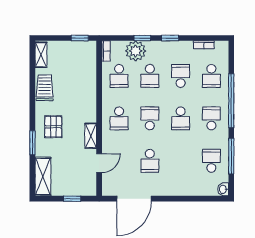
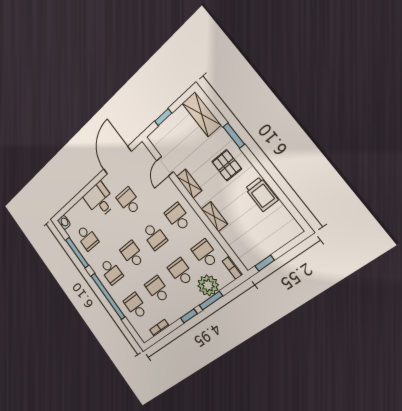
window: (142, 38) -> (211, 301), width x1.50
shelving: (41, 55) -> (214, 217), moved
school desk: (181, 76) -> (158, 289), turned 180
desk: (175, 181) -> (100, 200), added

